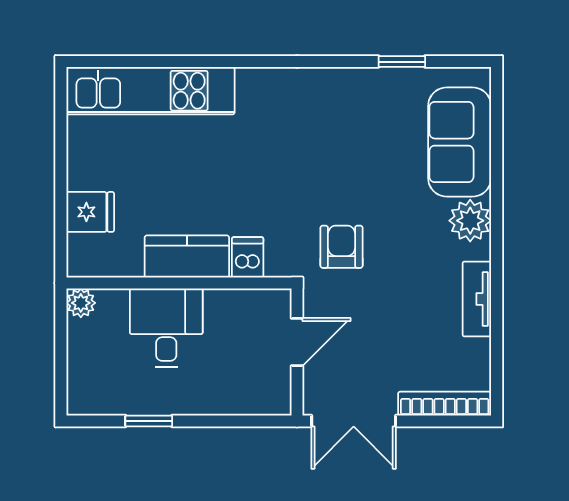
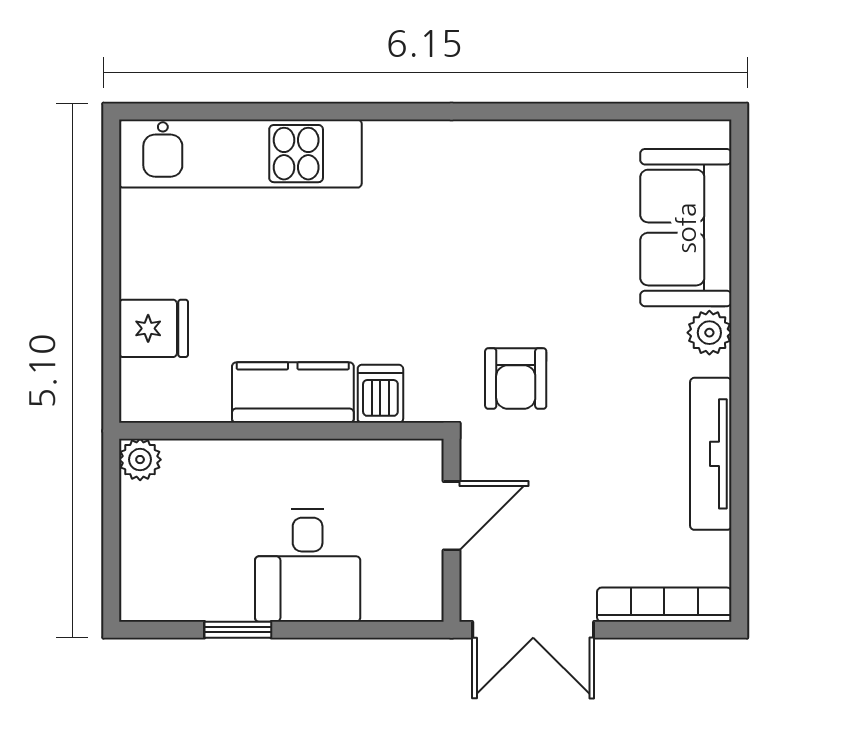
window: (402, 62) -> (603, 112), removed
plant: (470, 221) -> (709, 333), width x0.73, depth x0.73
armchair: (342, 247) -> (516, 378), turned 180
tv unit: (477, 299) -> (711, 454), width x1.41
desk: (166, 328) -> (308, 565), moved, turned 180

